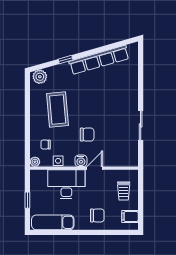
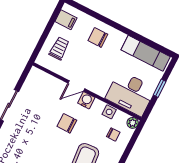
desk: (66, 184) -> (131, 93), moved

